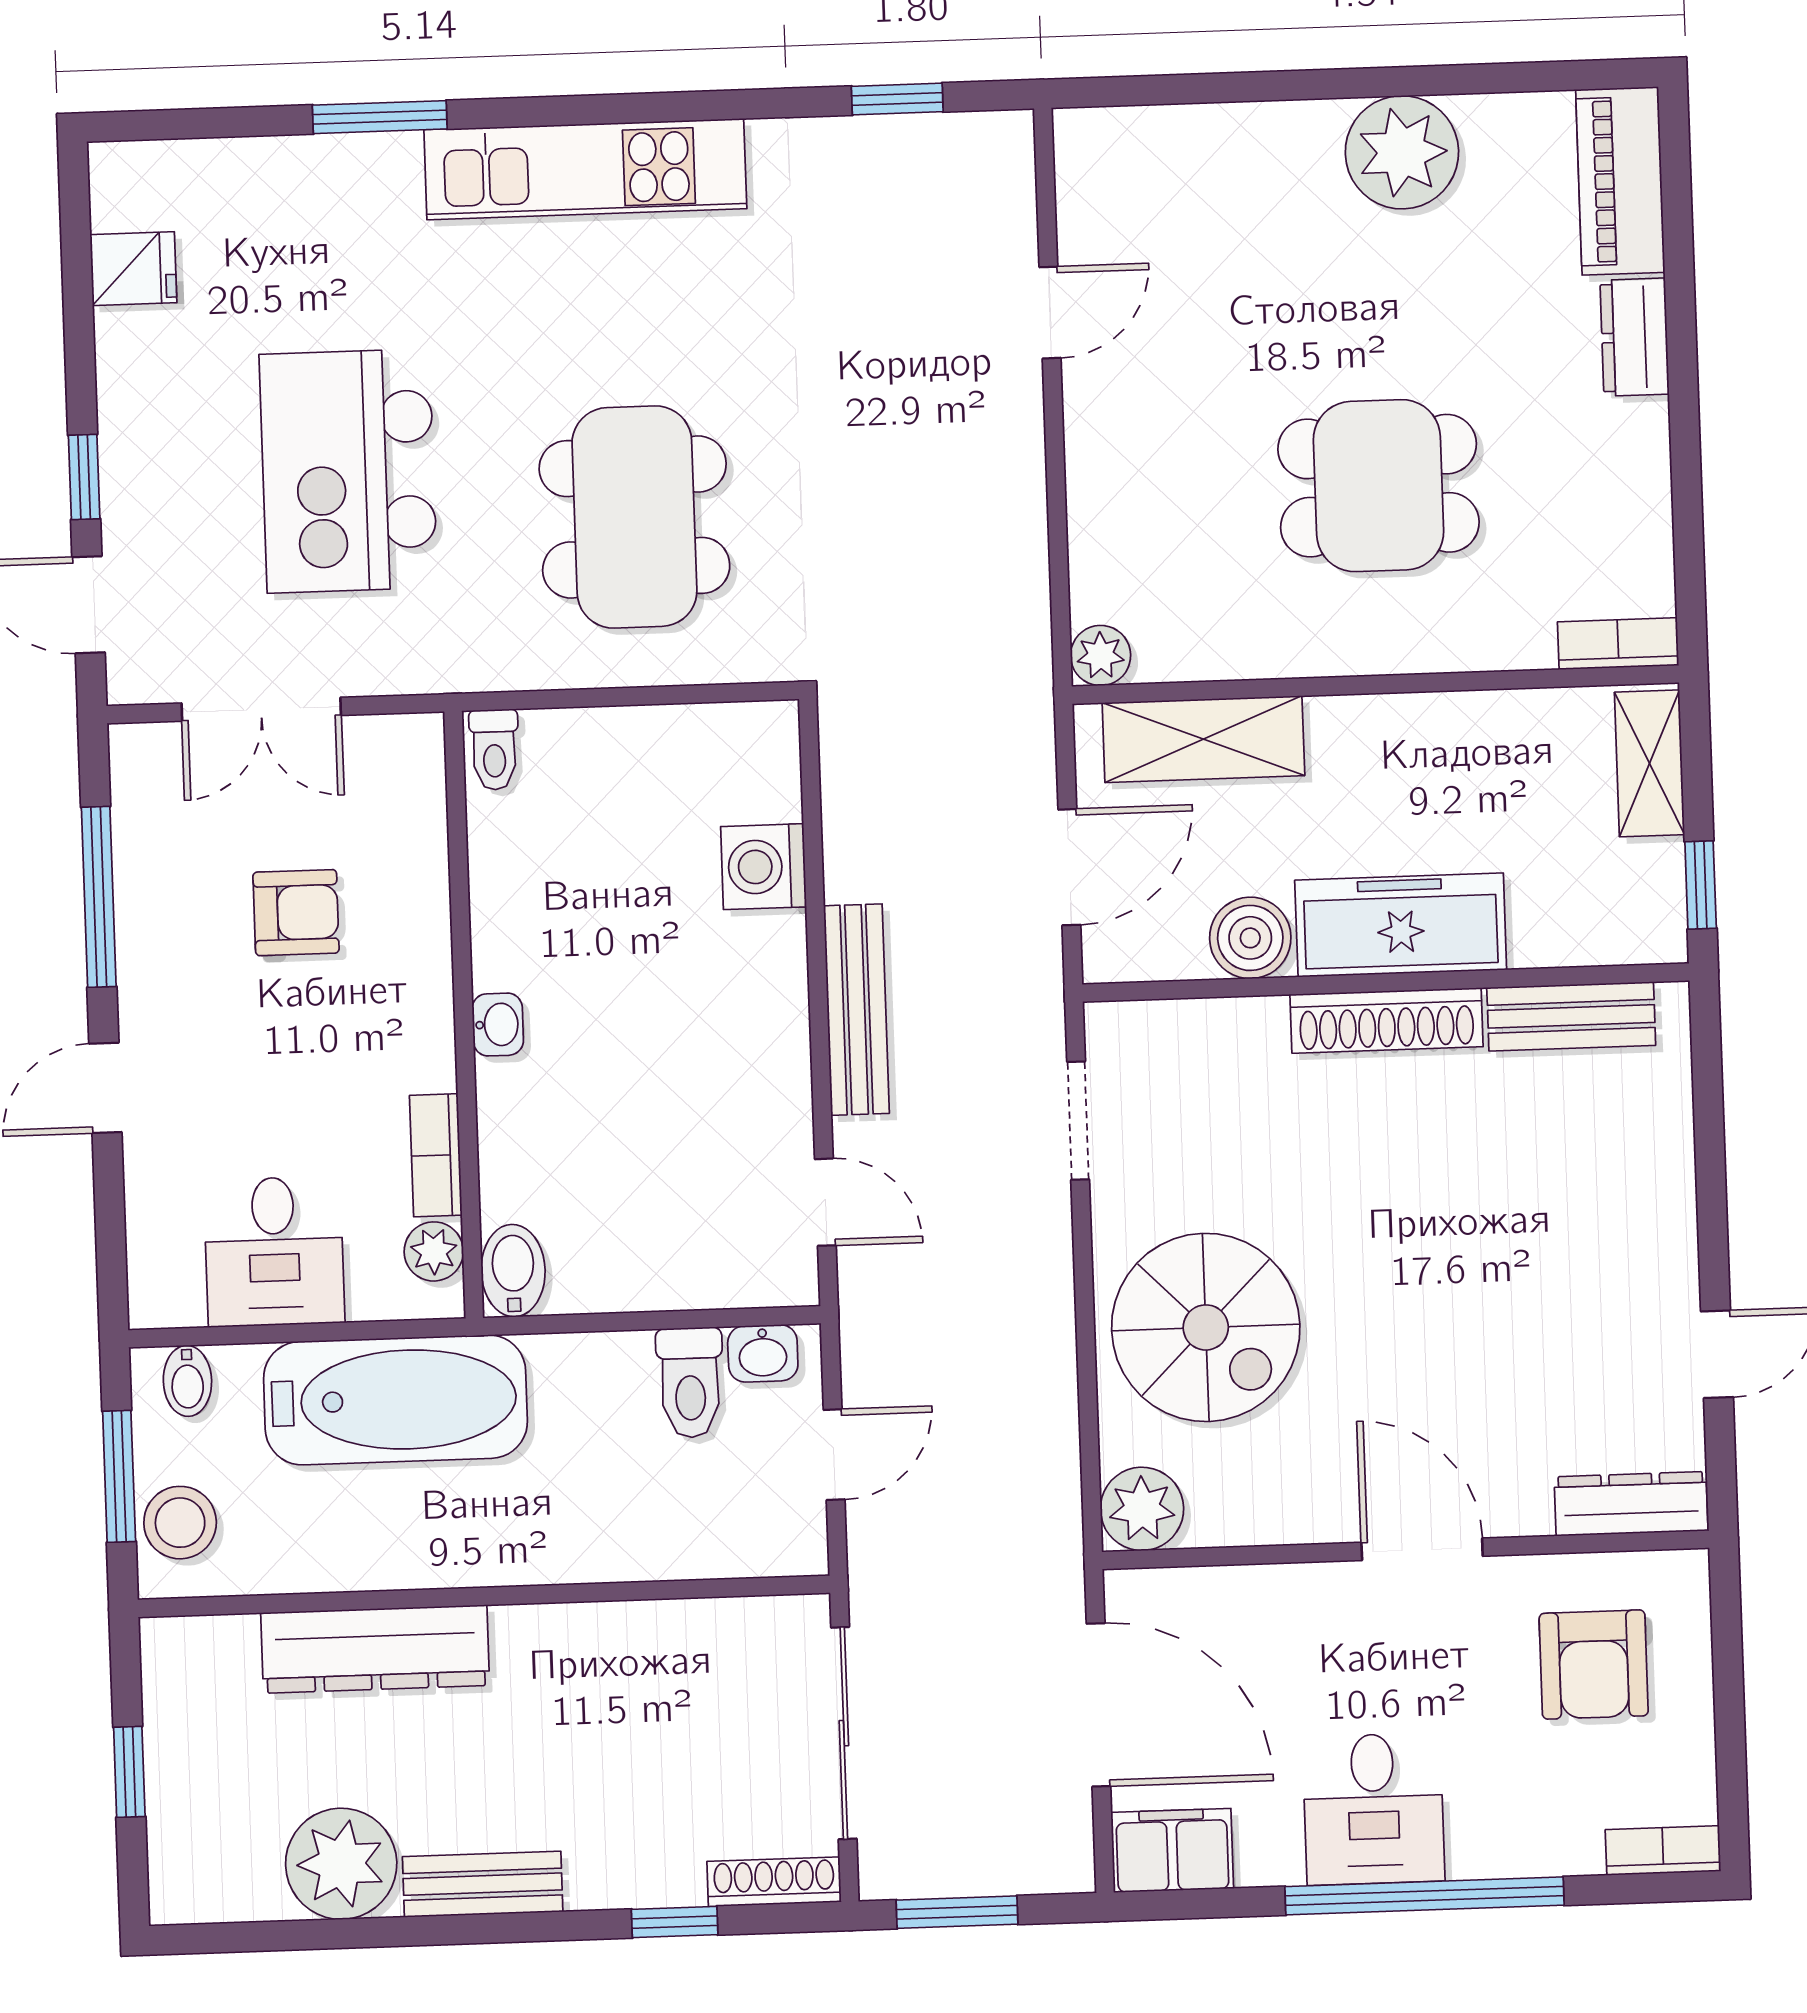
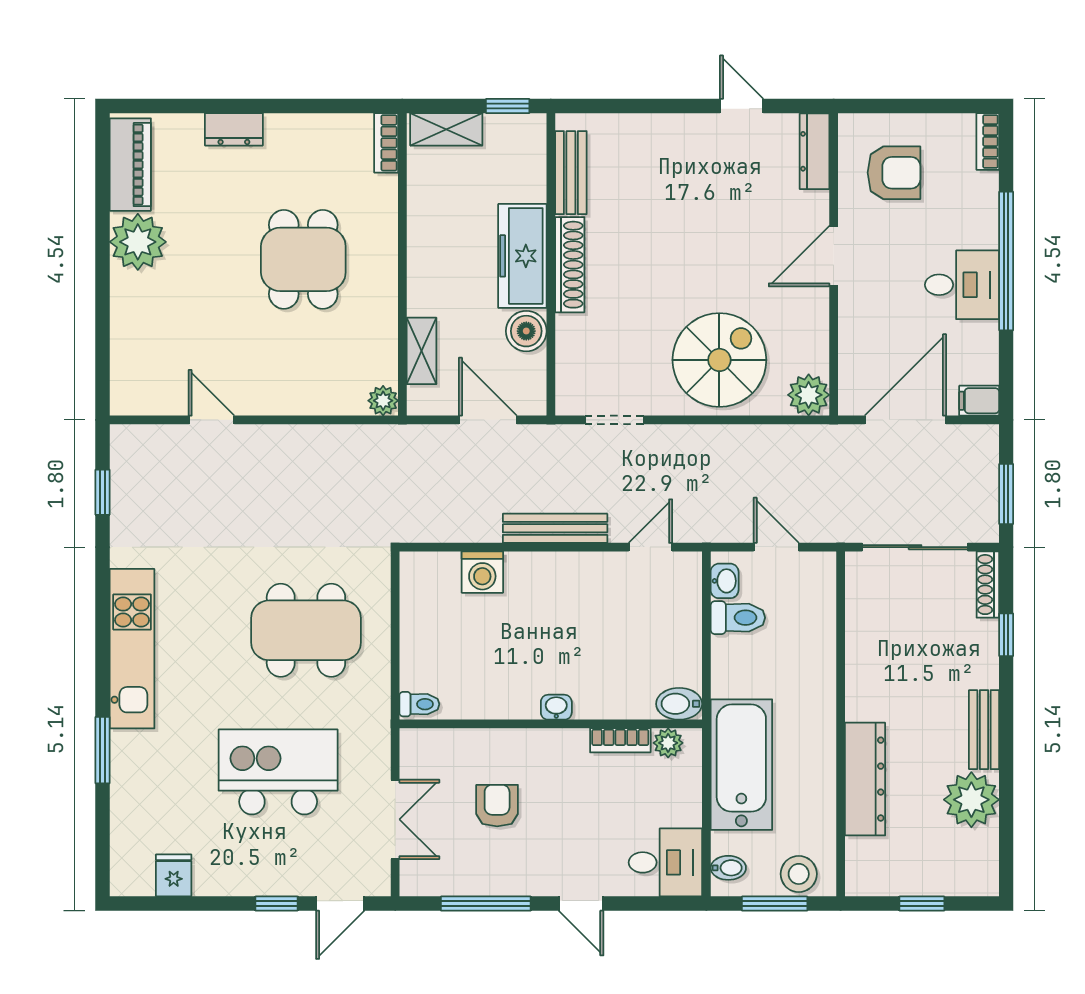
piano: (1620, 181) -> (130, 165), moved, turned -90
kitchen island: (348, 471) -> (278, 772), turned 180
shelving: (1203, 739) -> (421, 351), width x0.67, depth x0.75
desk: (274, 1251) -> (665, 862), moved
filing cabinet: (1172, 1850) -> (979, 401), width x0.50

